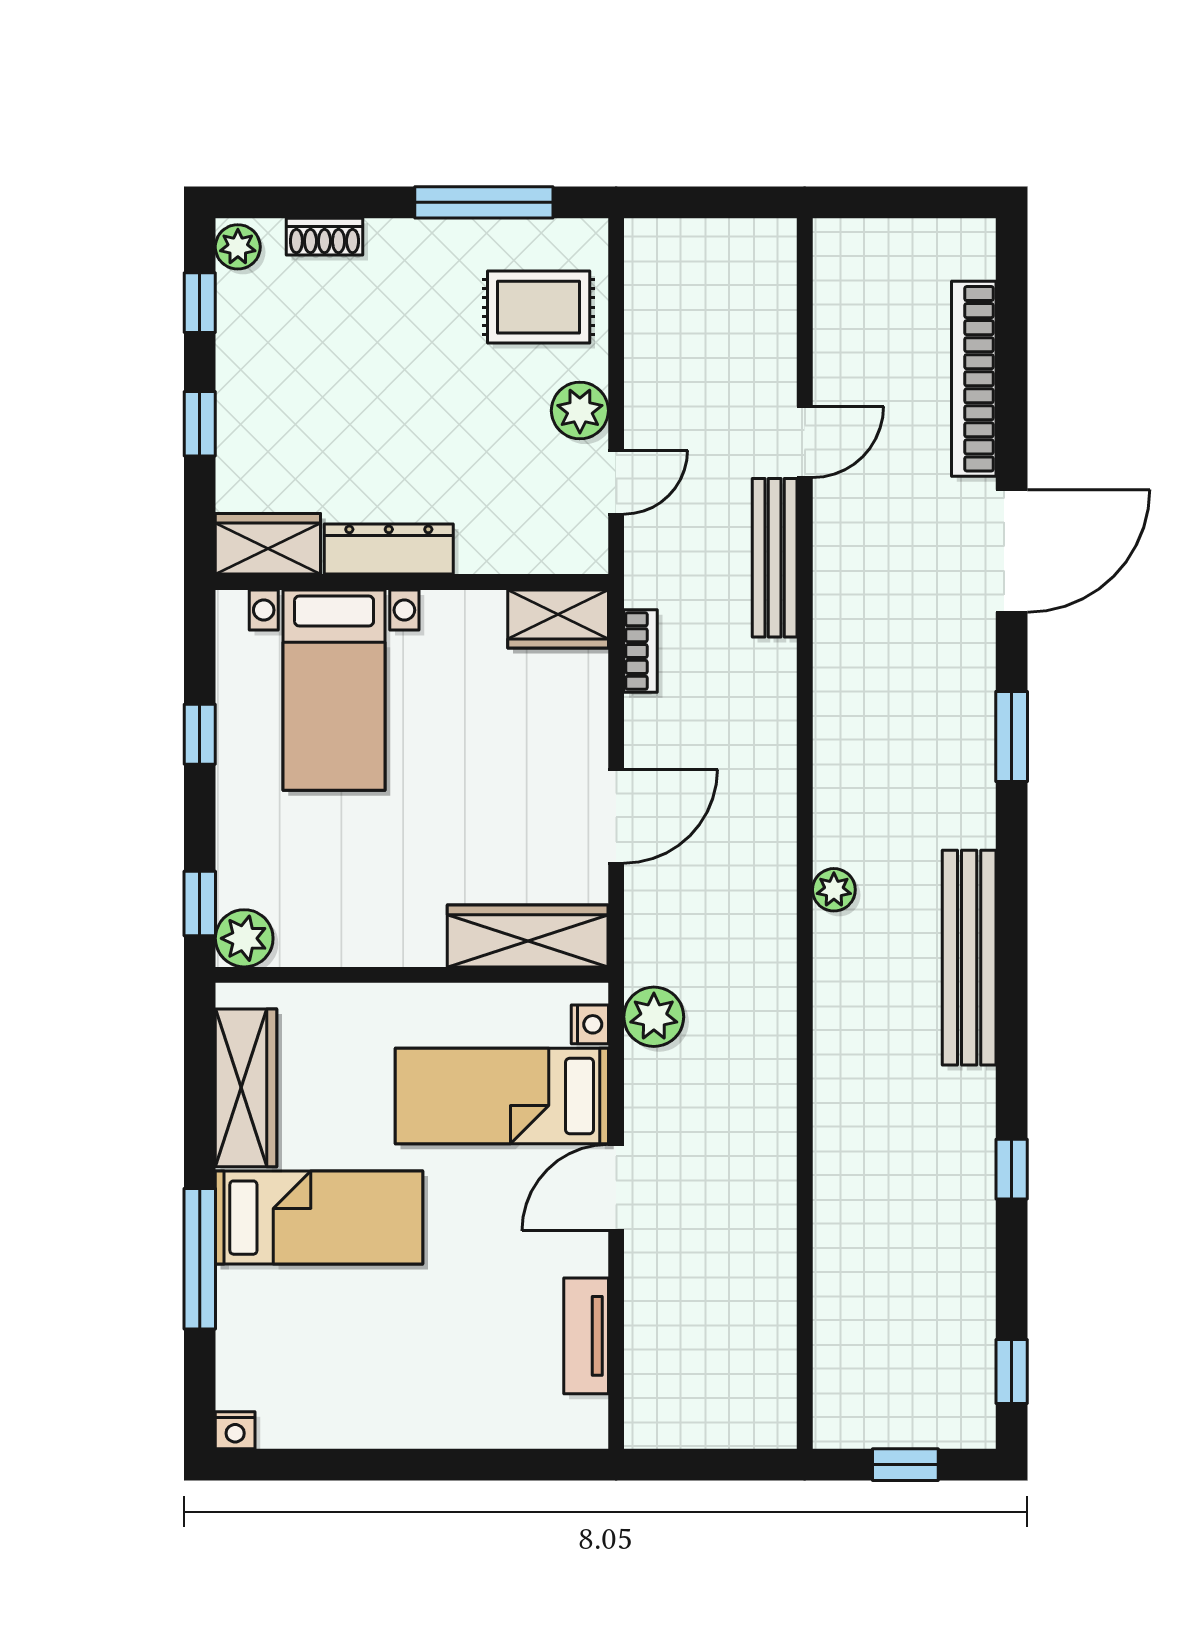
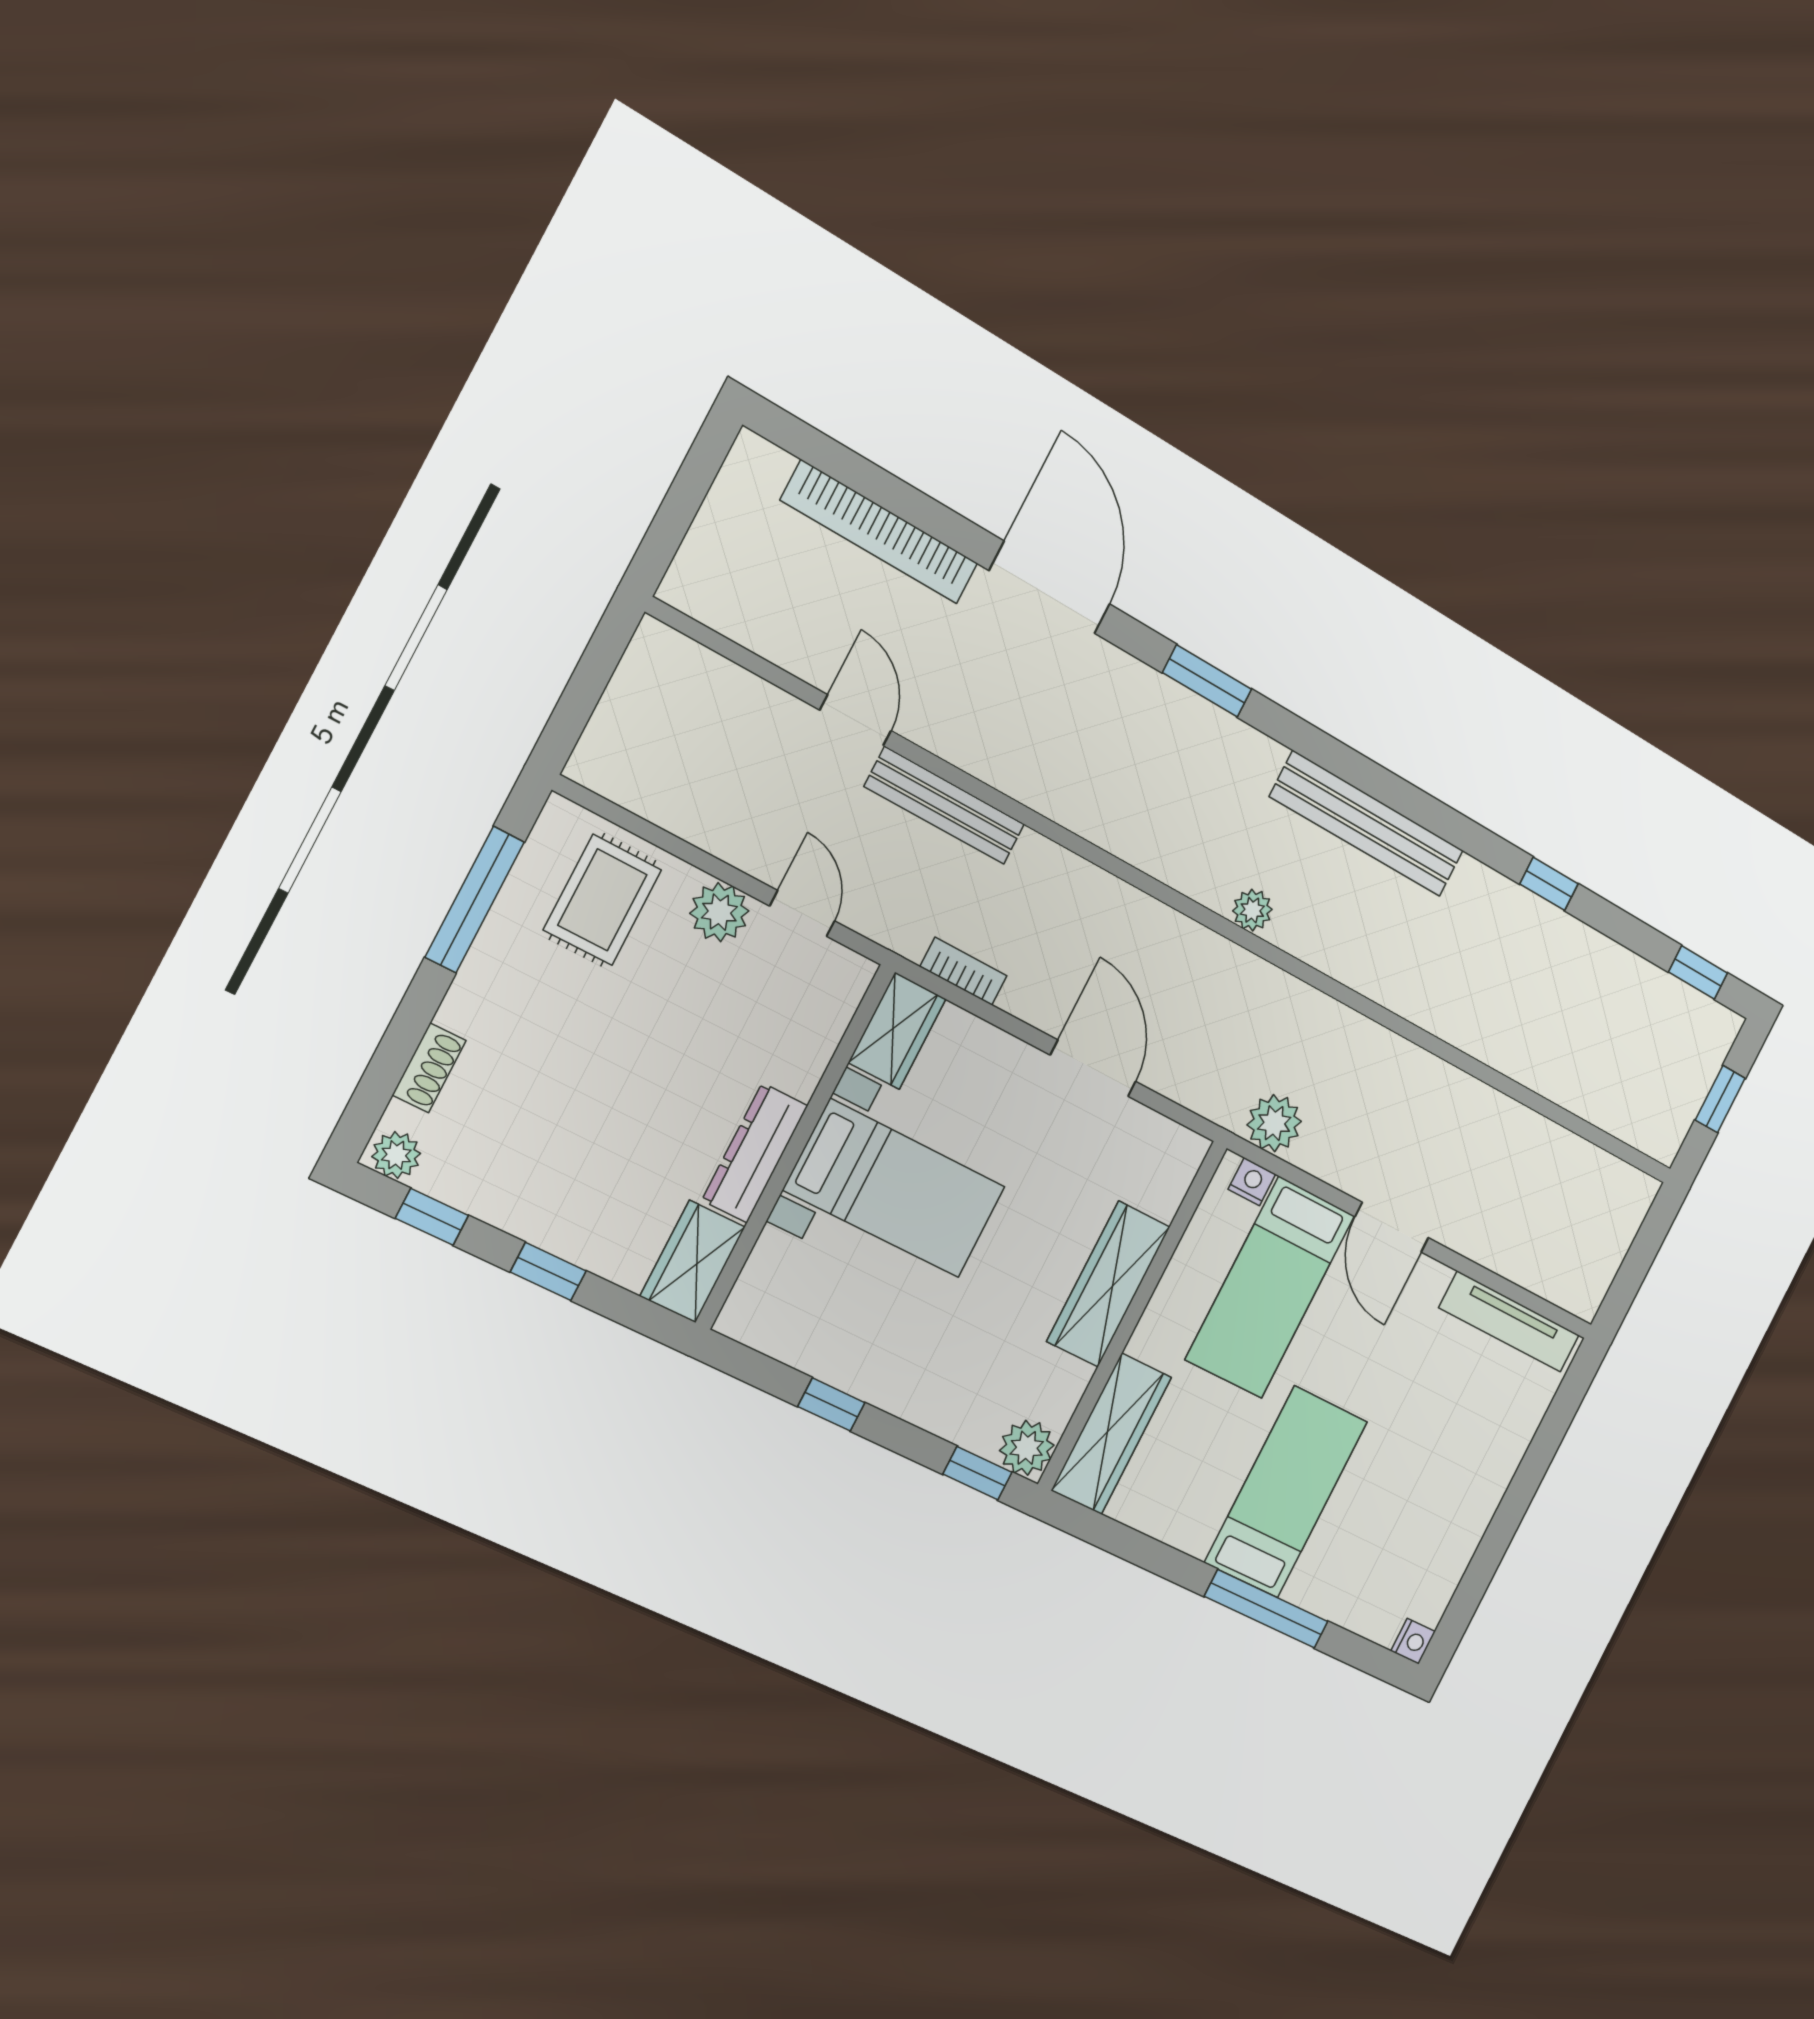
bed with nightstands: (334, 690) -> (895, 1188), moved
wardrobe: (528, 936) -> (1108, 1284), moved
wardrobe: (246, 1088) -> (1111, 1434), moved, turned 90
tv unit: (586, 1336) -> (1509, 1322), width x1.41

